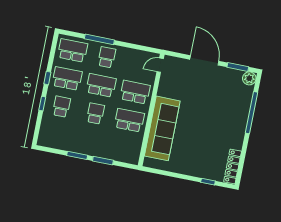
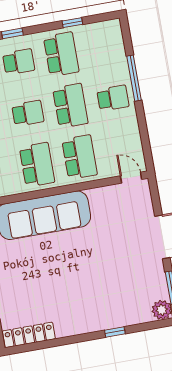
school desk: (73, 50) -> (104, 47), removed
window: (47, 78) -> (72, 23), moved
window: (251, 113) -> (115, 332), width x0.32

